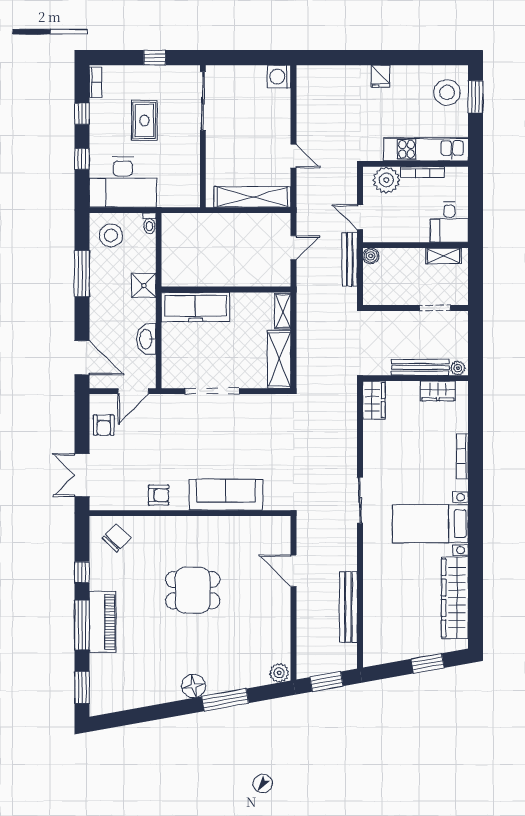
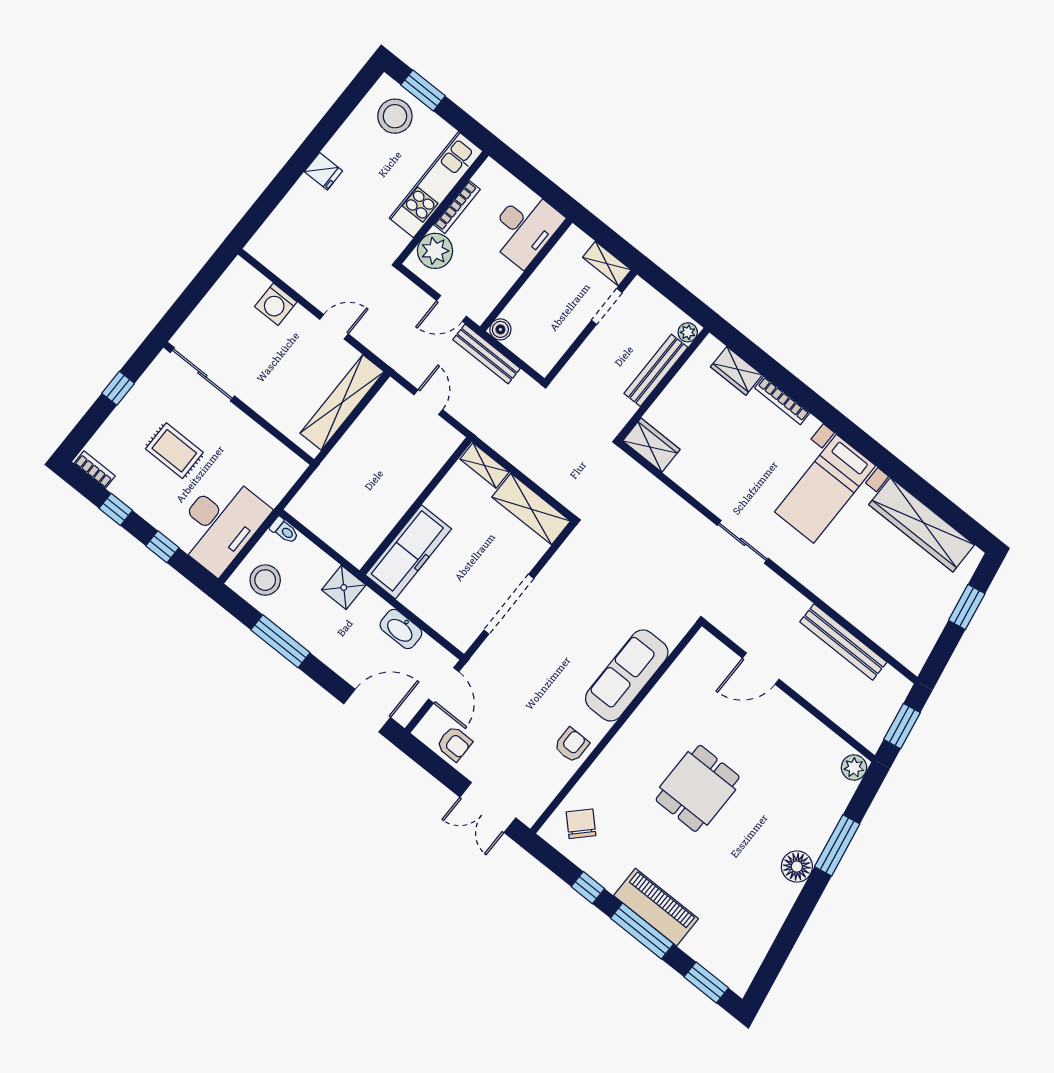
washing machine: (279, 77) -> (276, 304), moved
desk: (449, 222) -> (525, 228), width x1.37
shelving: (443, 256) -> (607, 264), moved, turned 90
wardrobe: (438, 391) -> (736, 371), moved, turned 90

